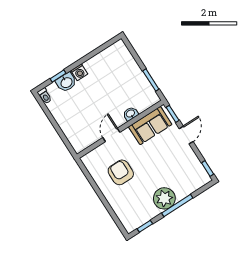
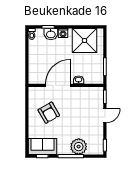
shower: (109, 65) -> (85, 40), added
sofa: (150, 126) -> (43, 146), moved, turned 180
door: (111, 135) -> (58, 85), width x1.88
armchair: (121, 172) -> (49, 113), turned 150
plant: (164, 198) -> (79, 147), moved

